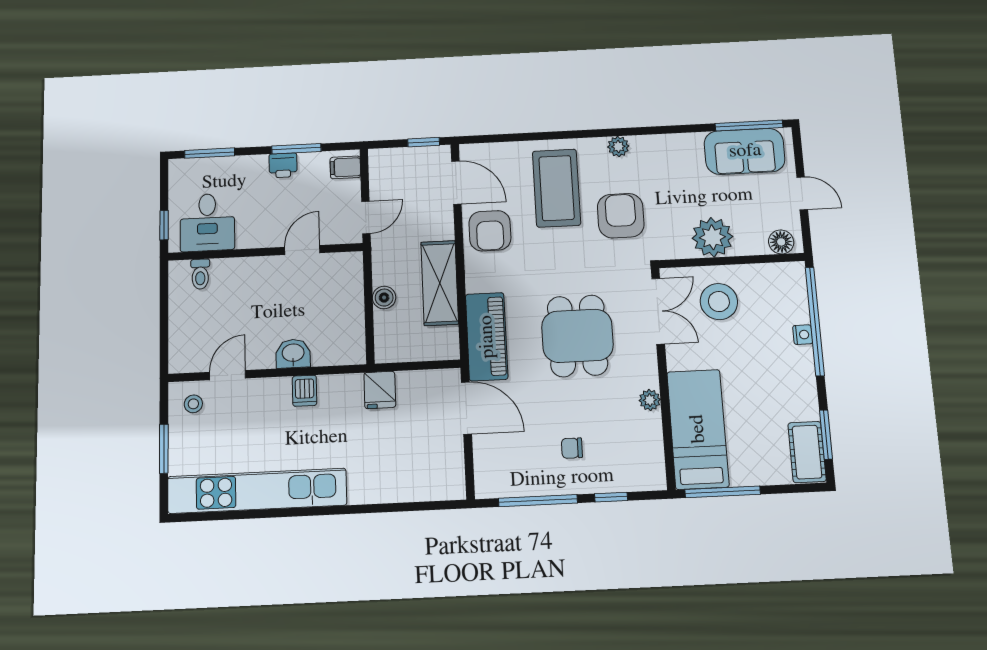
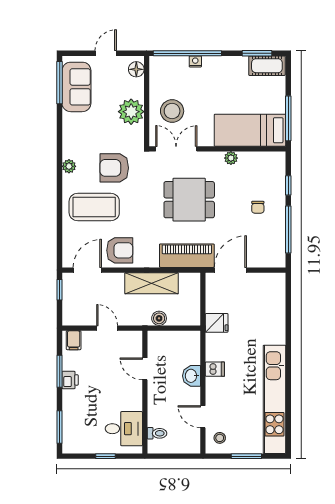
desk: (207, 222) -> (124, 429), moved
door: (302, 250) -> (145, 369), moved
wall: (265, 252) -> (145, 392), moved
toilet: (200, 274) -> (157, 433), moved

